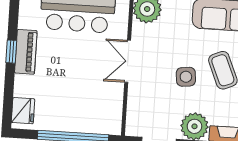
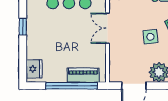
piano: (26, 52) -> (83, 75), moved, turned -90

